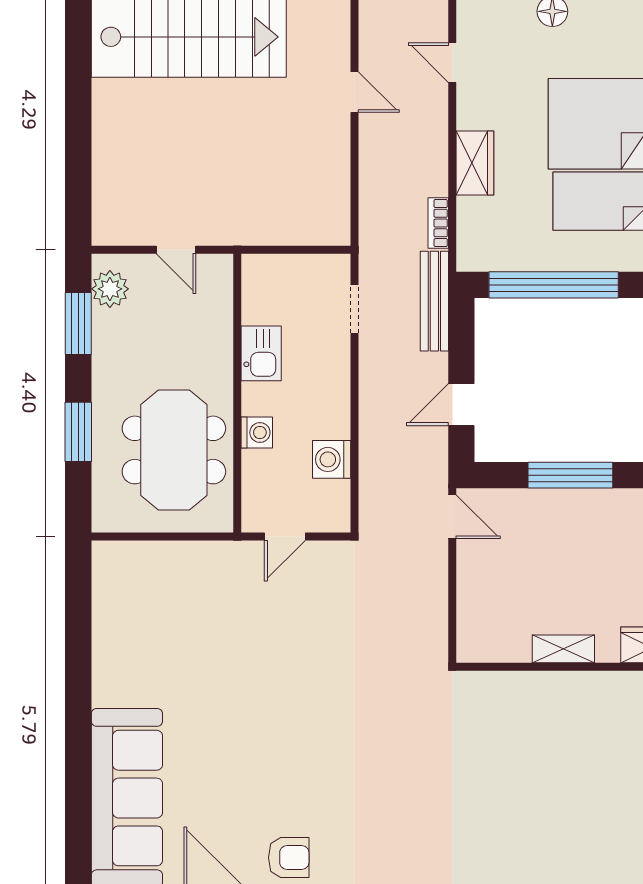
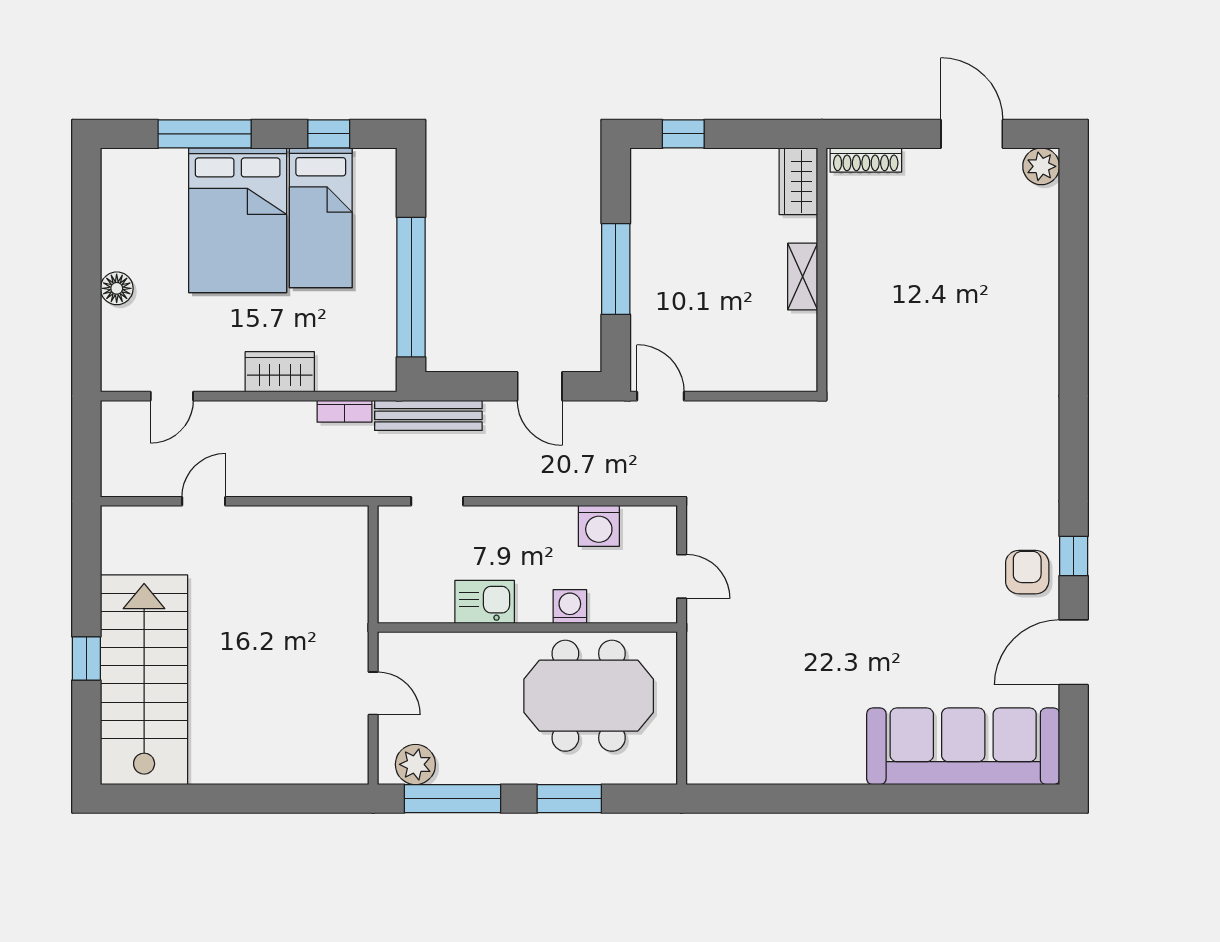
door: (176, 250) -> (373, 693), hinge flipped
window: (78, 324) -> (453, 799), width x1.44
door: (452, 517) -> (661, 396), hinge flipped

